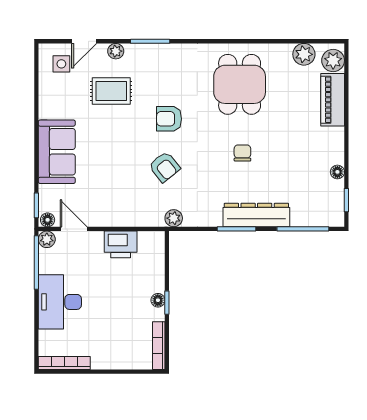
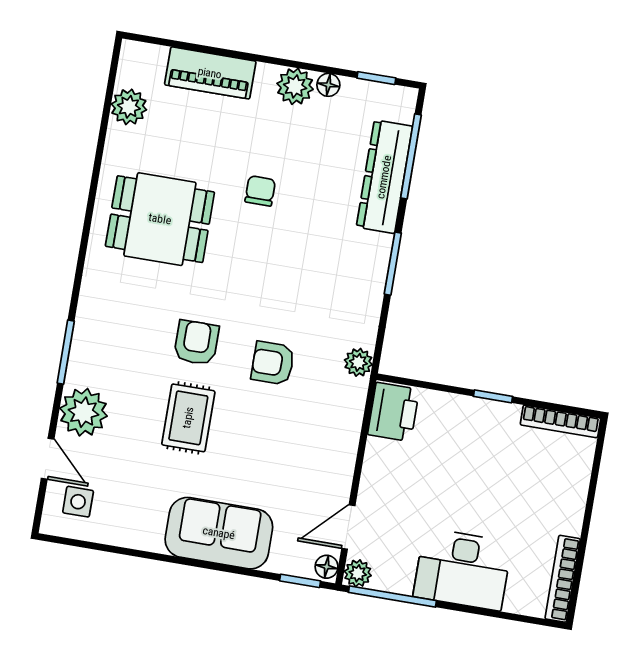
plant: (116, 51) -> (83, 412), width x1.88, depth x1.88
plant: (333, 60) -> (295, 86), moved
rug: (111, 91) -> (188, 418), moved
armchair: (169, 119) -> (196, 343), turned 180
chair: (242, 153) -> (260, 191), moved, turned 90
armchair: (164, 167) -> (273, 363), turned -141
dresser: (256, 215) -> (384, 177), moved
printer: (121, 244) -> (393, 412), moved
floor lamp: (158, 300) -> (487, 410), removed

